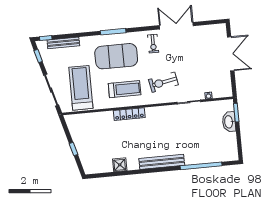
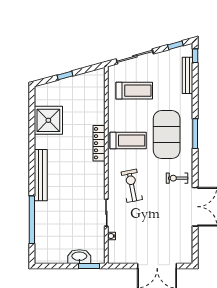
treadmill: (81, 88) -> (134, 91), width x0.73, depth x0.73
treadmill: (125, 89) -> (128, 140), turned -90
shower: (120, 165) -> (48, 120), width x1.86, depth x1.86

